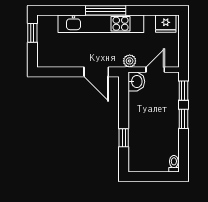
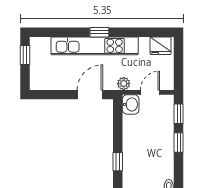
window: (106, 10) -> (99, 32), width x0.46
door: (96, 72) -> (90, 95), swing flipped

